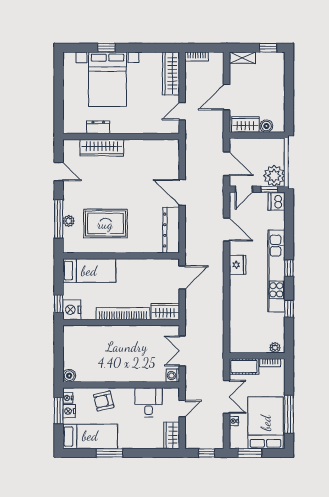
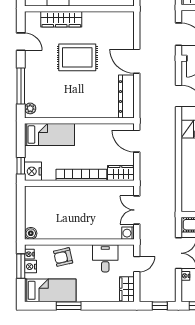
plant: (69, 221) -> (30, 108), moved
rug: (105, 224) -> (77, 57), moved
door: (182, 277) -> (137, 141), swing flipped

